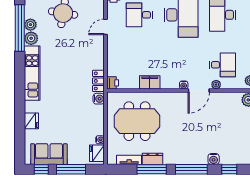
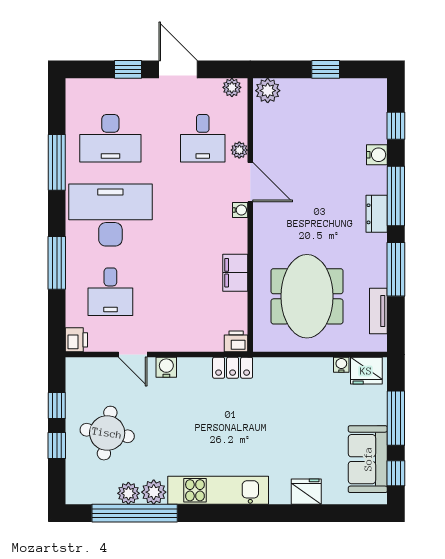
desk: (222, 65) -> (203, 138), turned 180
water cooler: (99, 99) -> (166, 367), moved
dresser: (153, 159) -> (377, 214), moved

